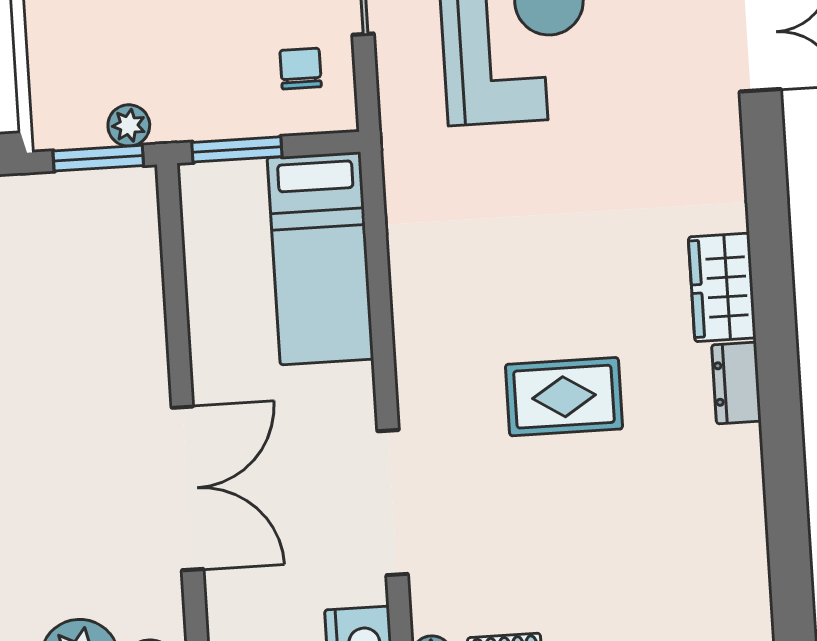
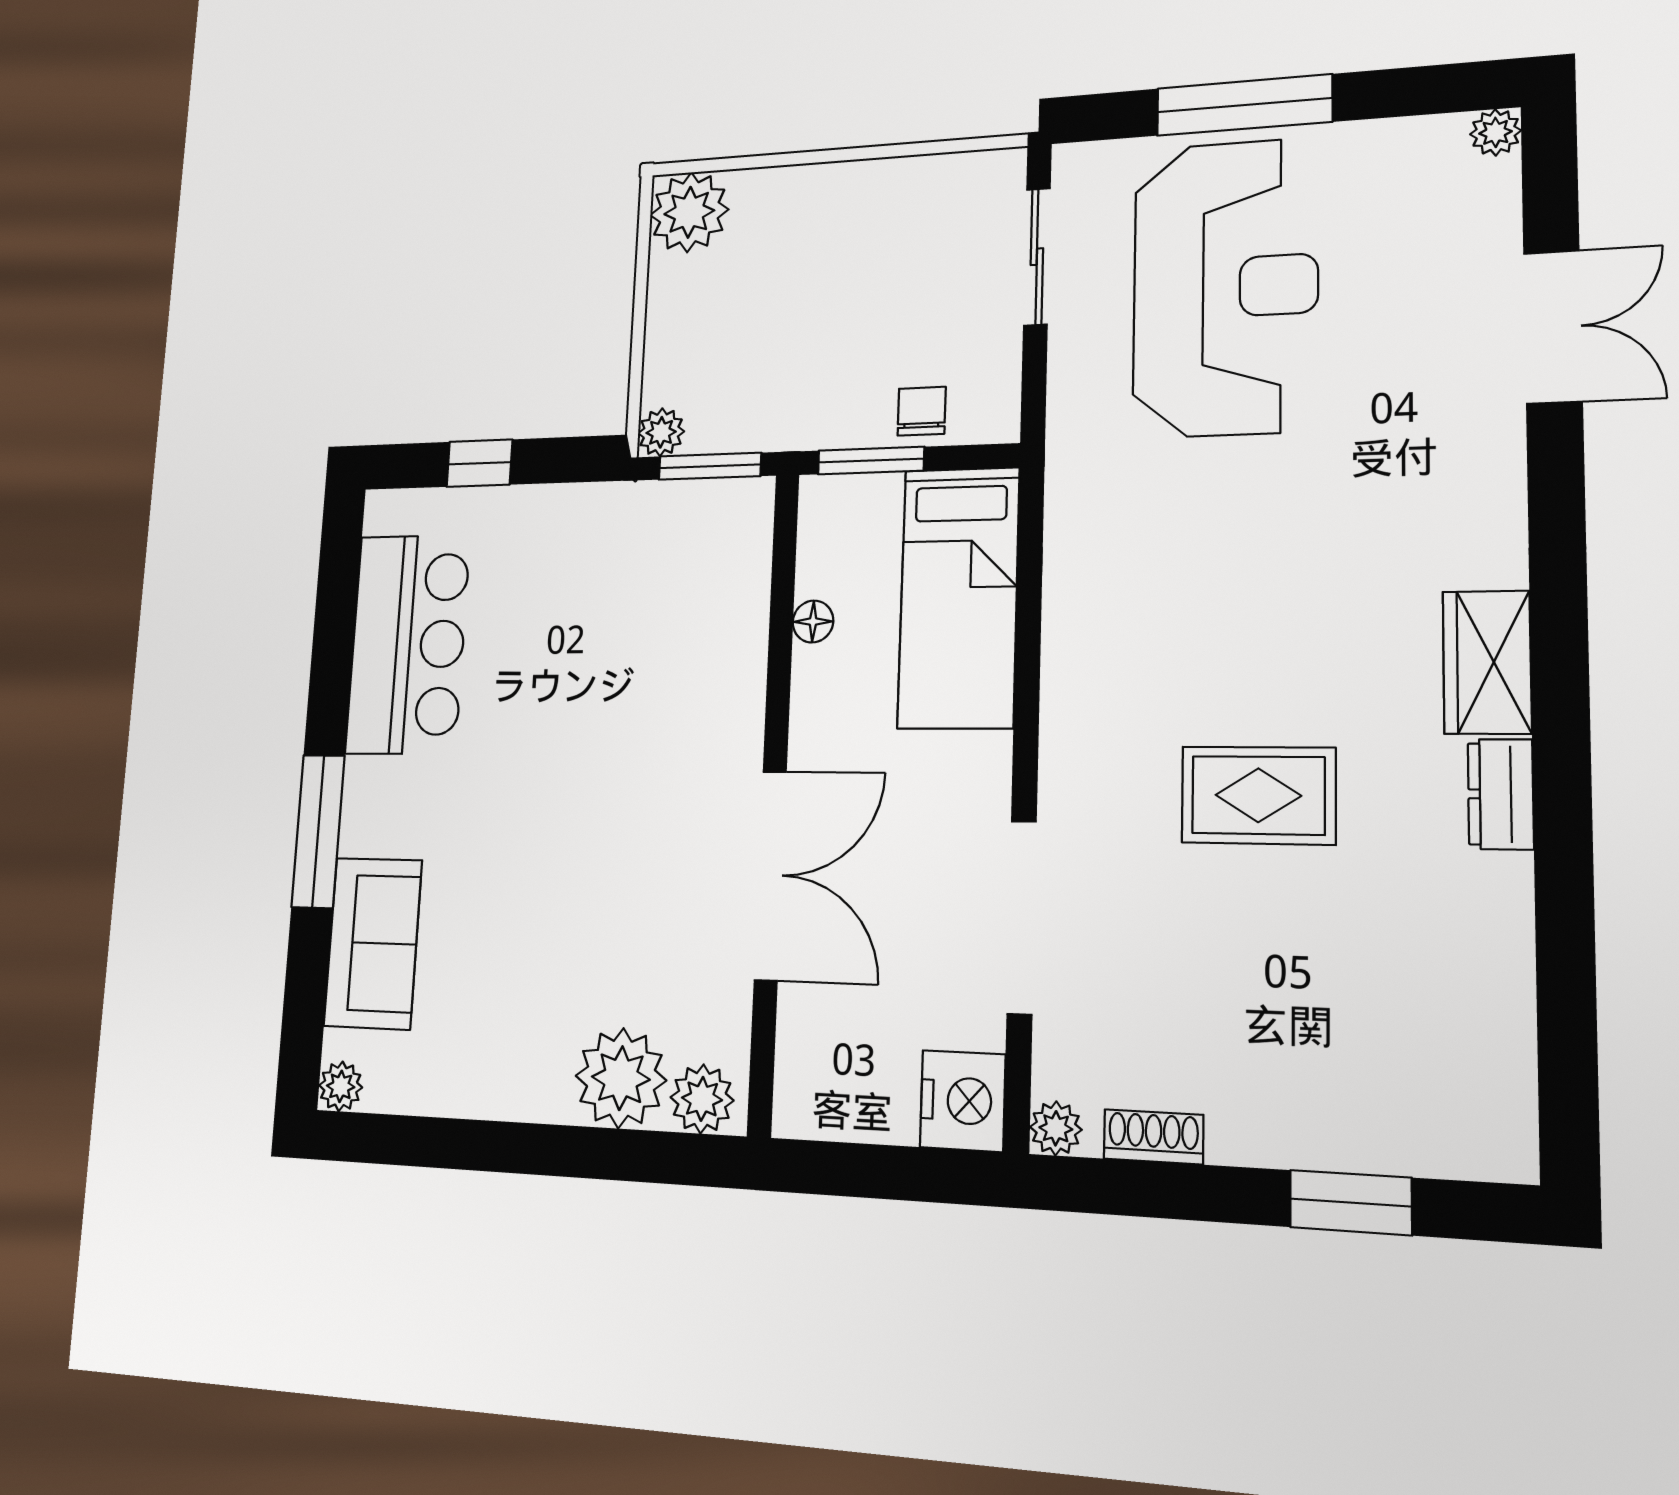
chair: (301, 69) -> (922, 411), moved
plant: (129, 125) -> (661, 432), moved
floor lamp: (202, 283) -> (813, 622), added

